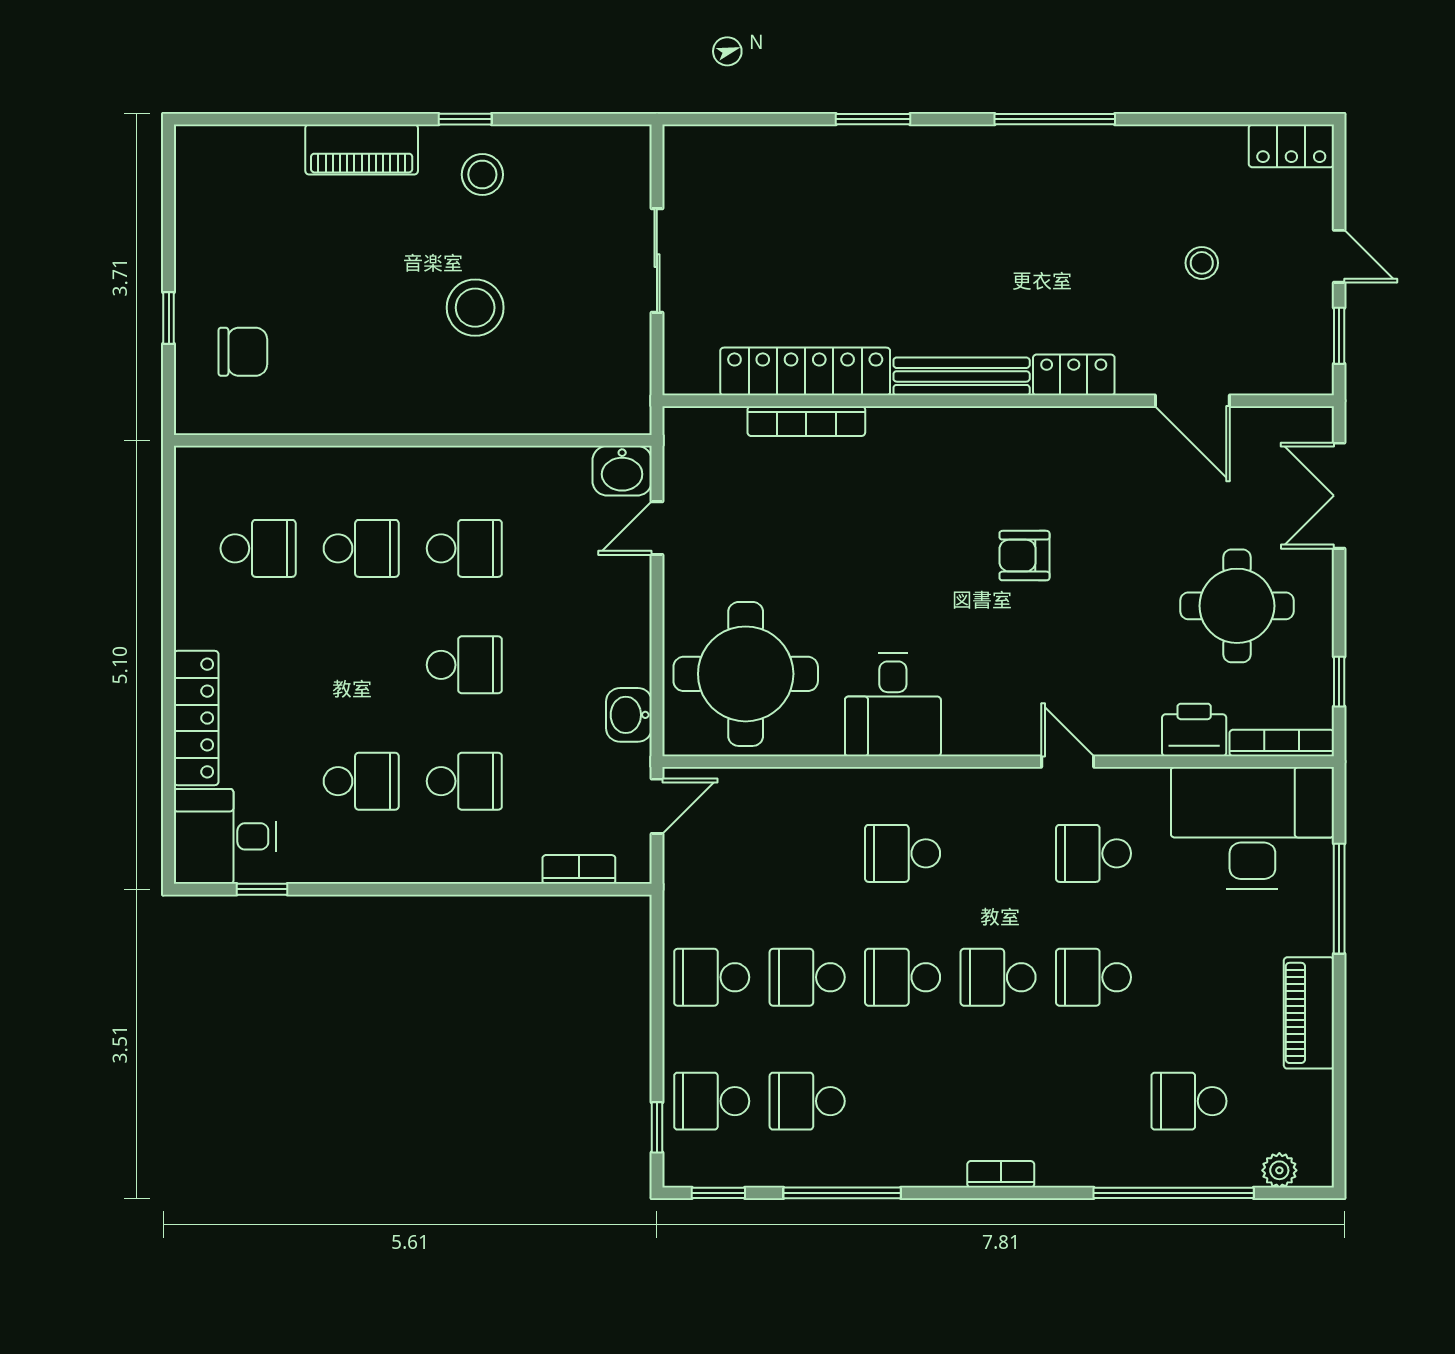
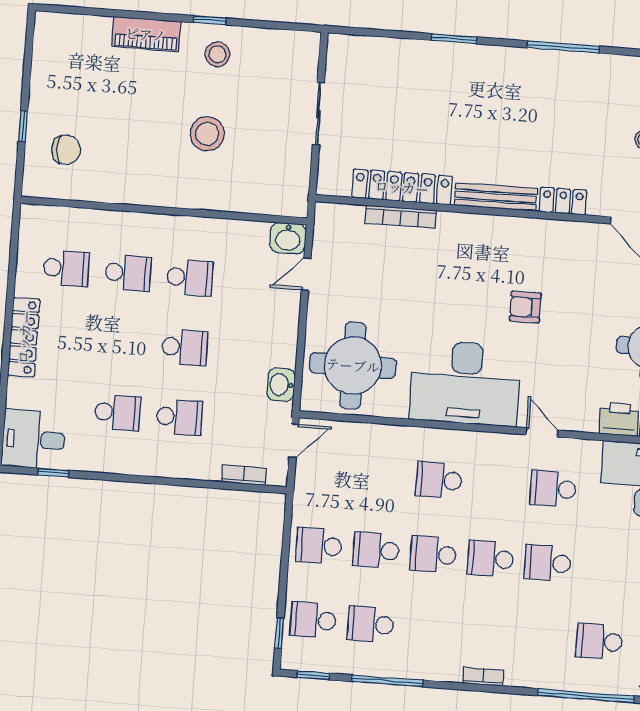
desk: (893, 705) -> (465, 383), width x1.87, depth x1.30
locker: (196, 718) -> (24, 337), moved

